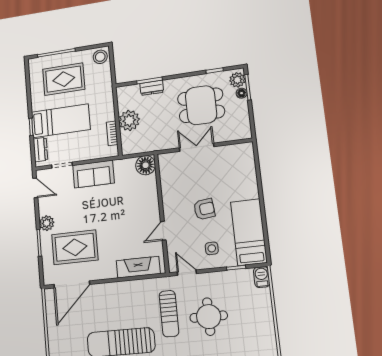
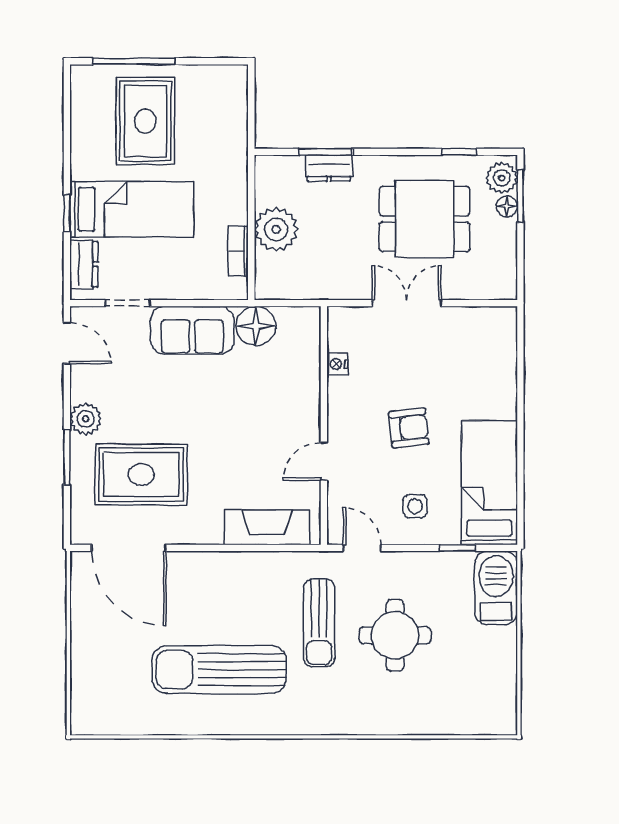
stool: (100, 57) -> (227, 85), removed
rug: (64, 79) -> (145, 121), turned 90
floor lamp: (146, 165) -> (256, 326), moved
nightstand: (165, 182) -> (337, 364), added
barbecue: (262, 277) -> (496, 588), width x1.88, depth x1.53
door: (72, 284) -> (129, 548), hinge flipped

